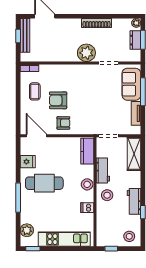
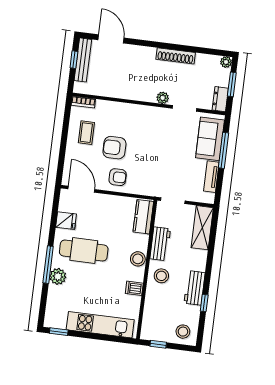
dresser: (135, 40) -> (220, 99), moved
plant: (86, 53) -> (163, 98), width x0.53, depth x0.53
plant: (27, 230) -> (58, 276), moved

